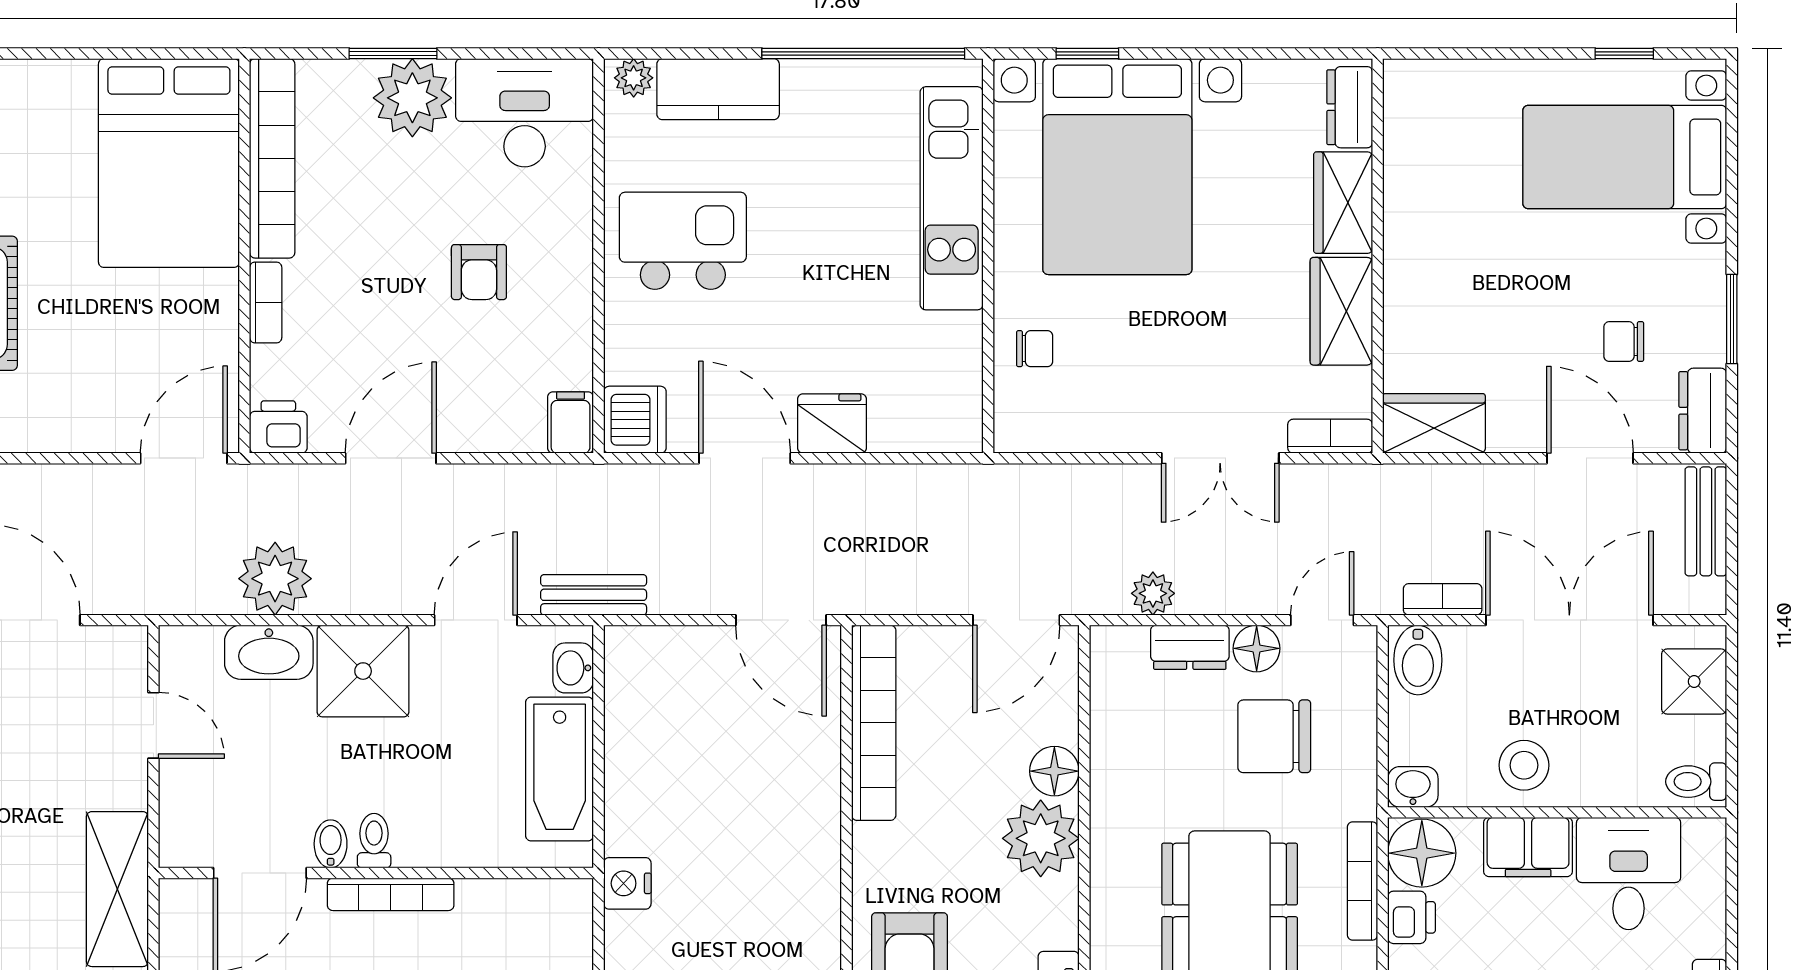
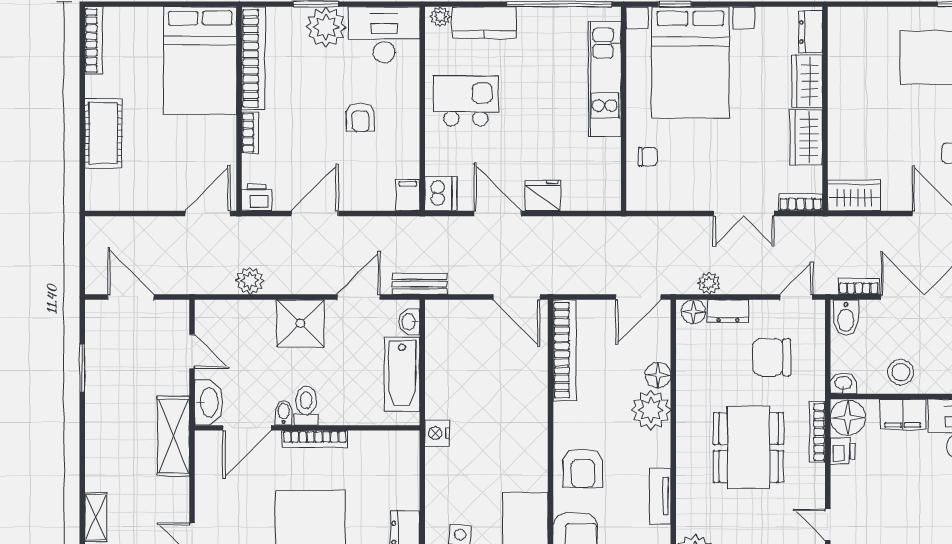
plant: (275, 579) -> (250, 281), width x0.73, depth x0.73
floor lamp: (1257, 648) -> (693, 312), moved
washbasin: (269, 652) -> (209, 402), moved, turned -90
toilet: (374, 841) -> (306, 406), width x1.37, depth x1.39

